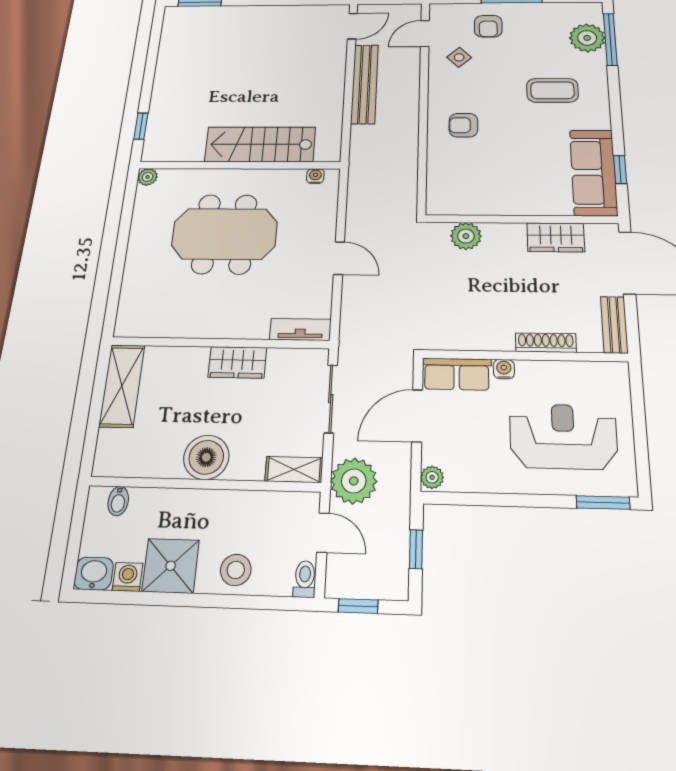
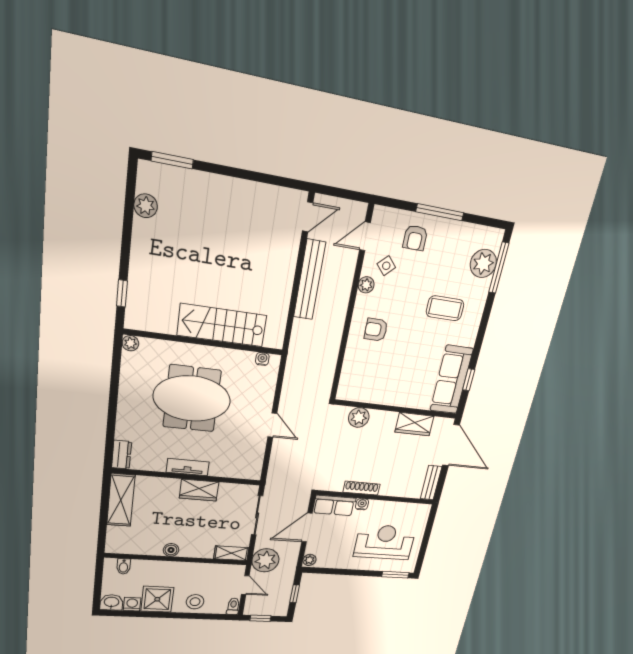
plant: (171, 43) -> (146, 206), added
plant: (438, 80) -> (366, 285), added
dresser: (128, 317) -> (122, 455), added
tv unit: (300, 329) -> (188, 467), moved
shoe rack: (546, 343) -> (362, 488), moved
boiler: (206, 457) -> (171, 550), width x0.54, depth x0.54

